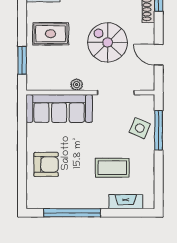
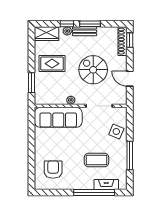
window: (159, 130) -> (130, 156), moved
armchair: (46, 164) -> (53, 170), moved, turned -90
window: (72, 213) -> (94, 192), moved

